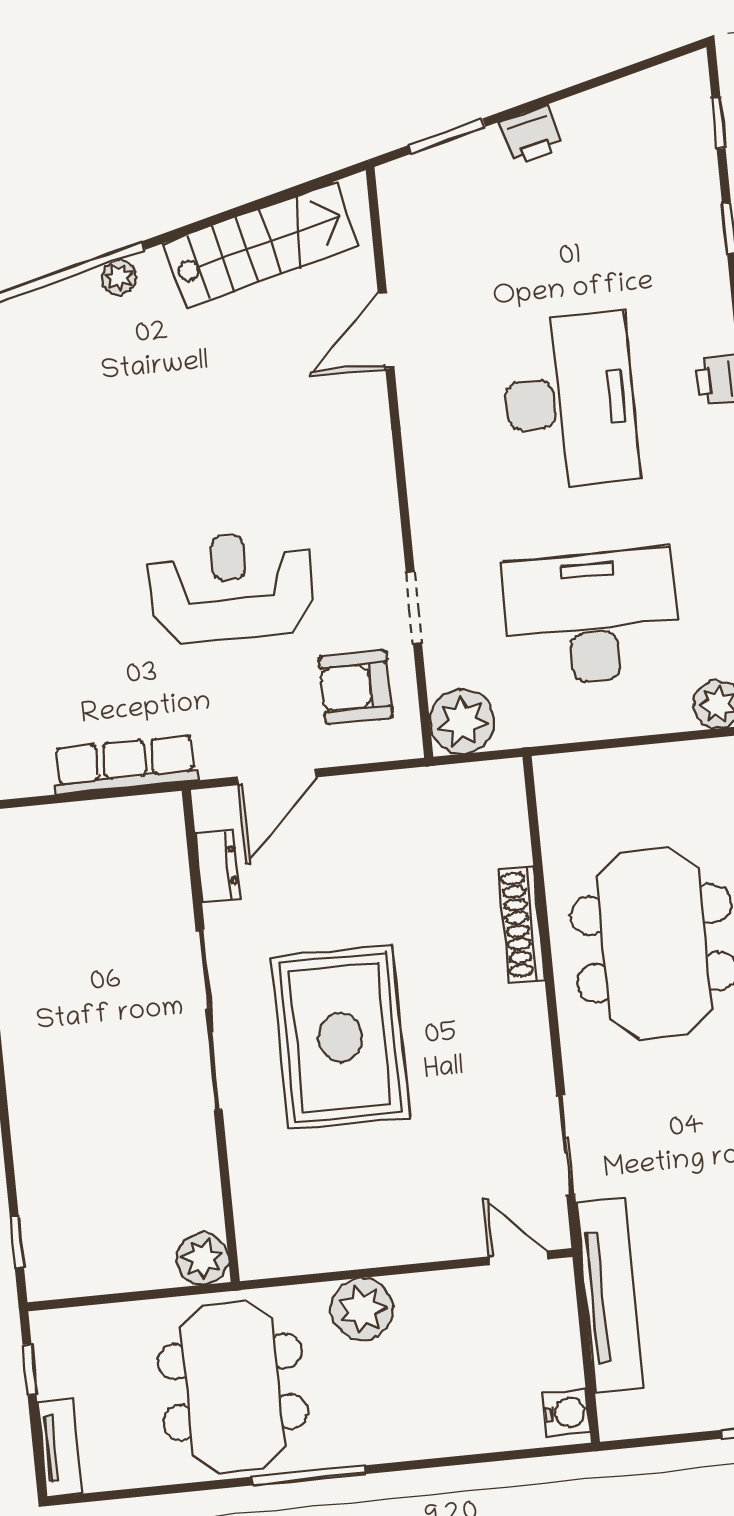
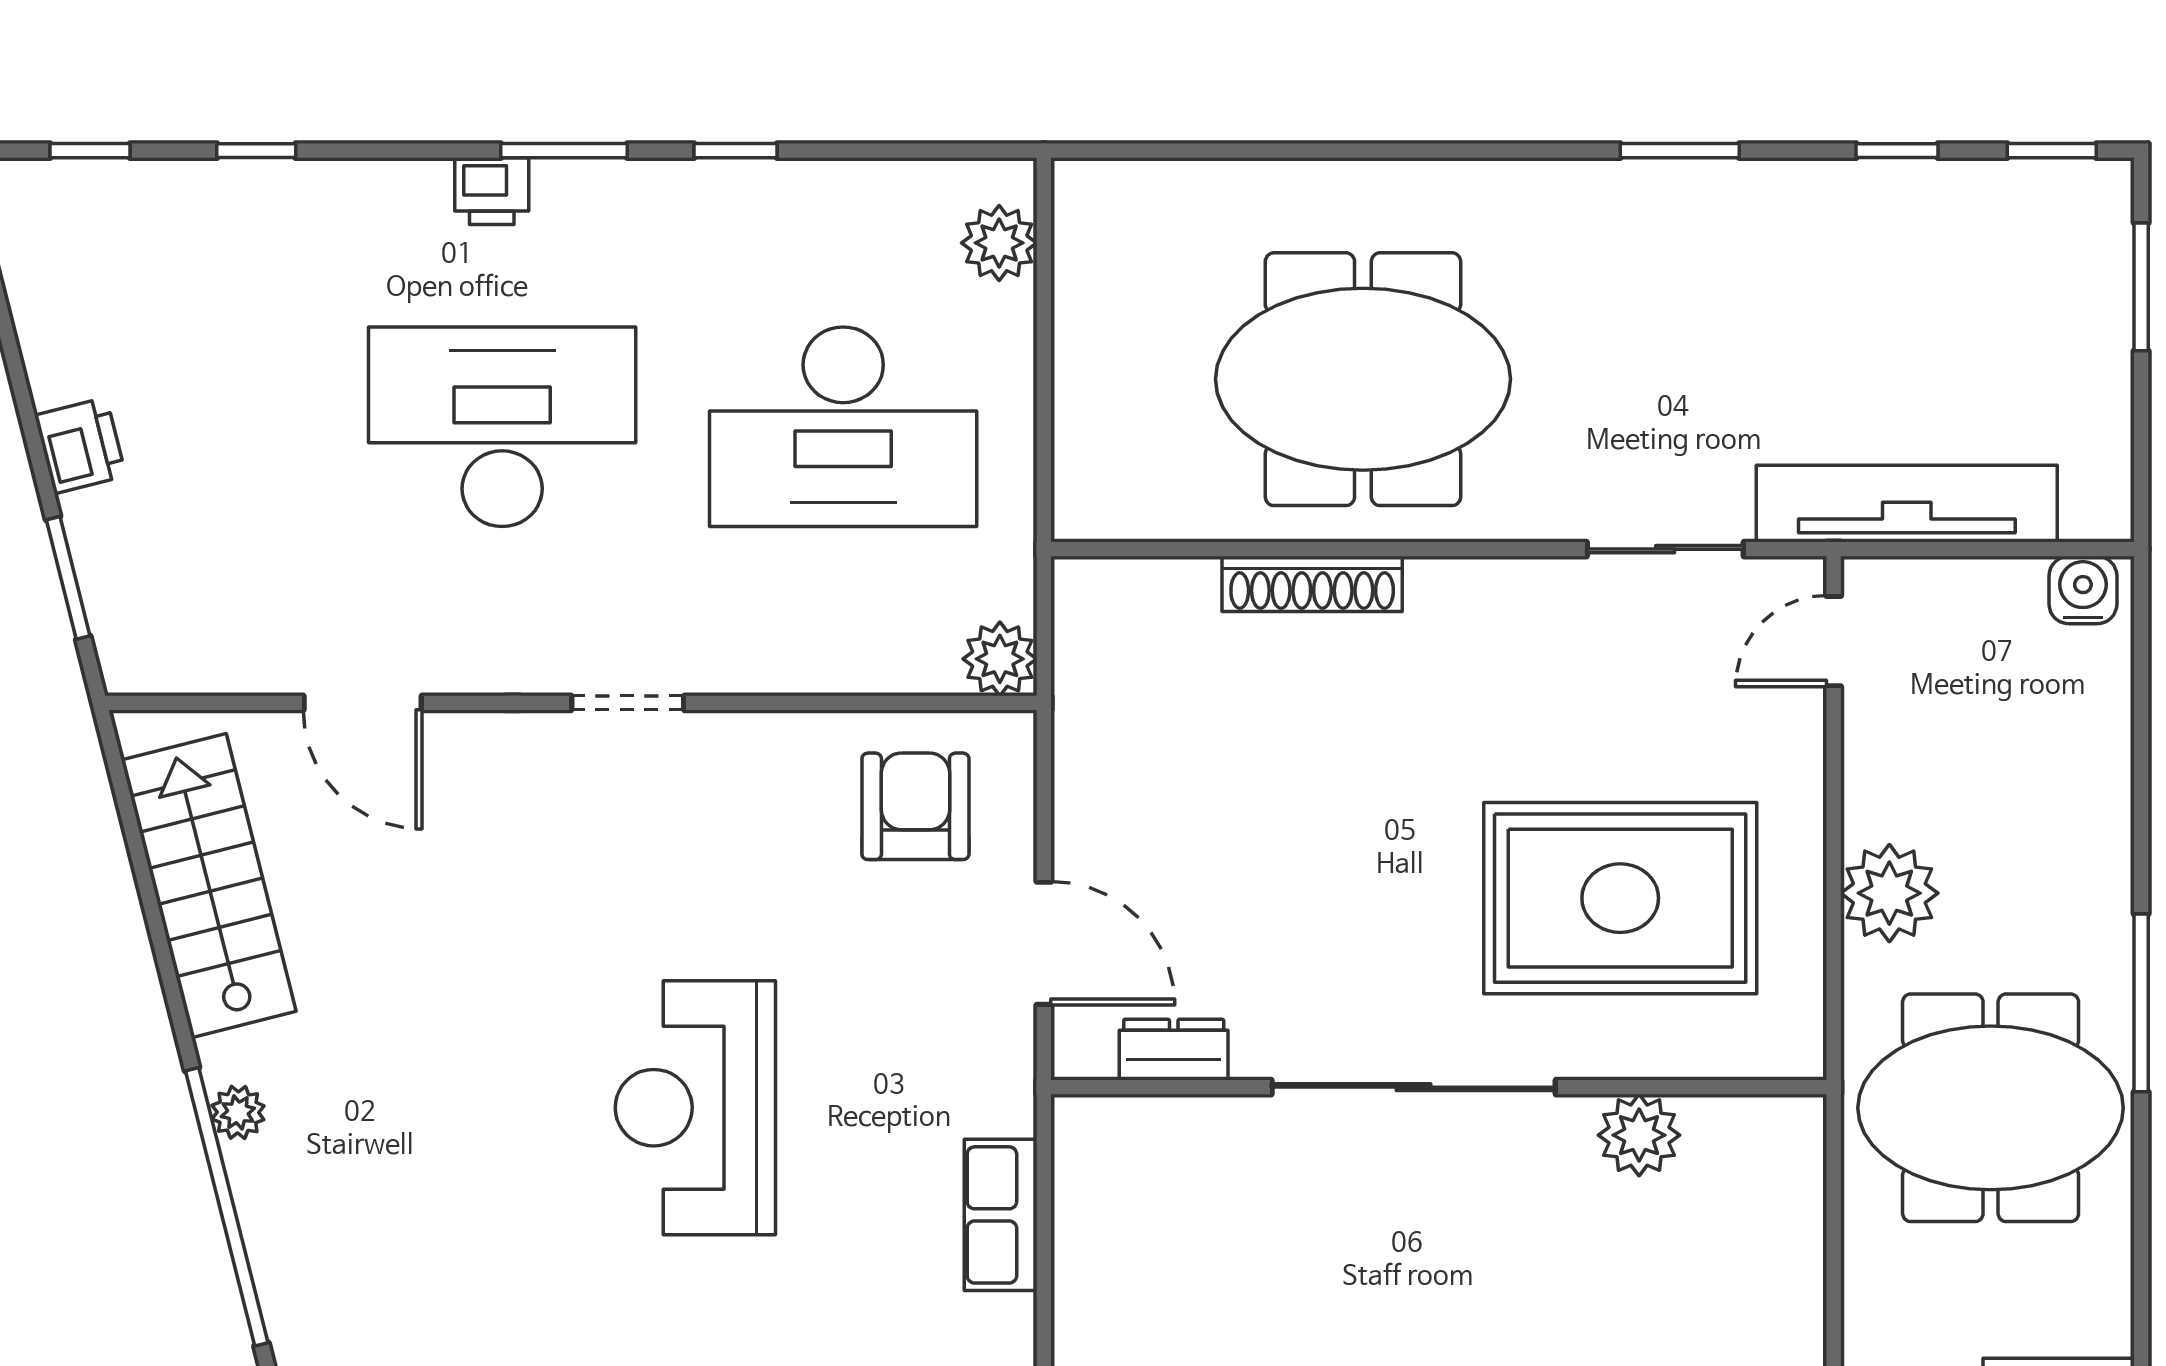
reception desk: (231, 587) -> (695, 1108), moved
doorway: (414, 608) -> (628, 703), moved
desk: (591, 617) -> (843, 427), turned -90
armchair: (356, 687) -> (915, 806), turned 180
plant: (462, 722) -> (1000, 659), width x0.73, depth x0.73
row of seats: (125, 764) -> (1001, 1215), width x0.68
rug: (340, 1037) -> (1620, 898), moved
plant: (202, 1259) -> (1639, 1135), moved

